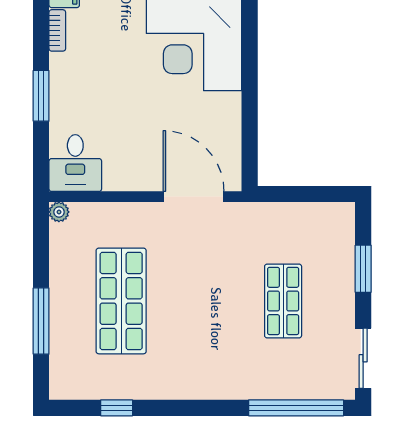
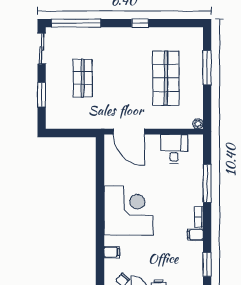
window: (41, 96) -> (207, 183), width x1.44
desk: (75, 163) -> (174, 149), moved
window: (117, 408) -> (140, 23), moved

